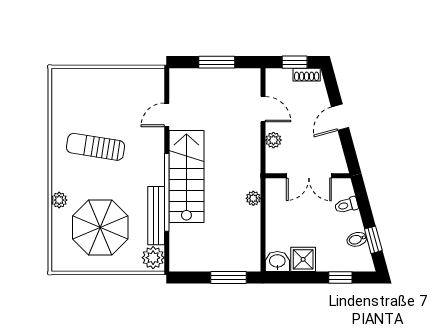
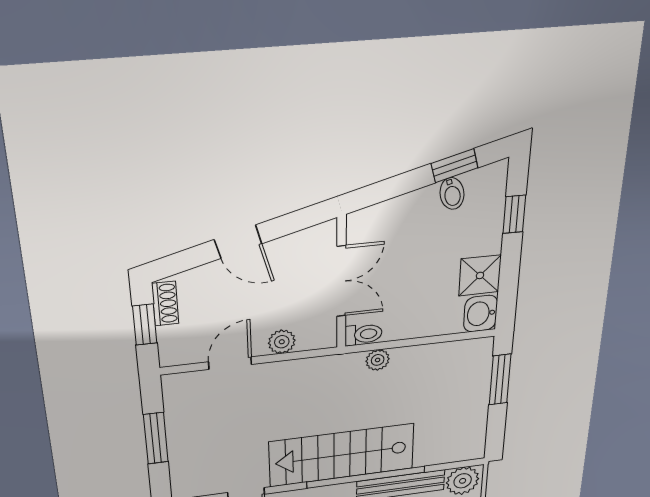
toilet: (346, 205) -> (363, 334), moved, turned -75

